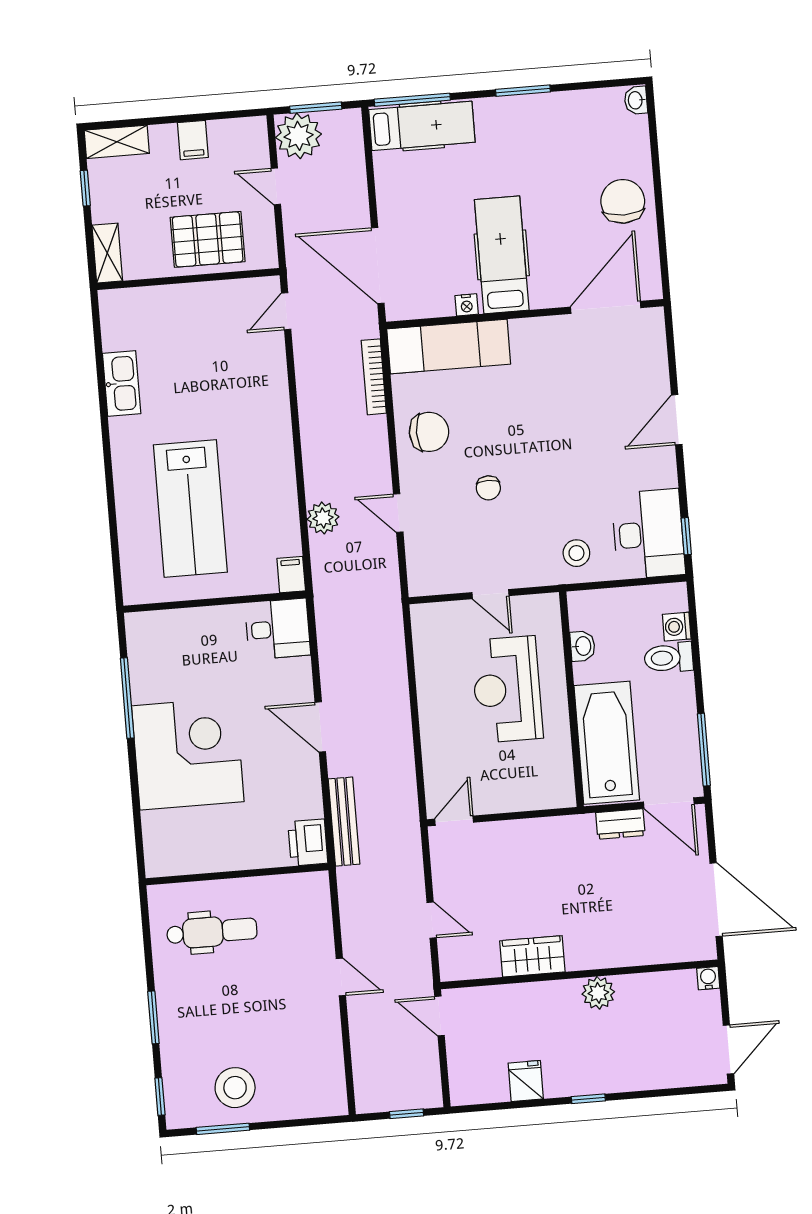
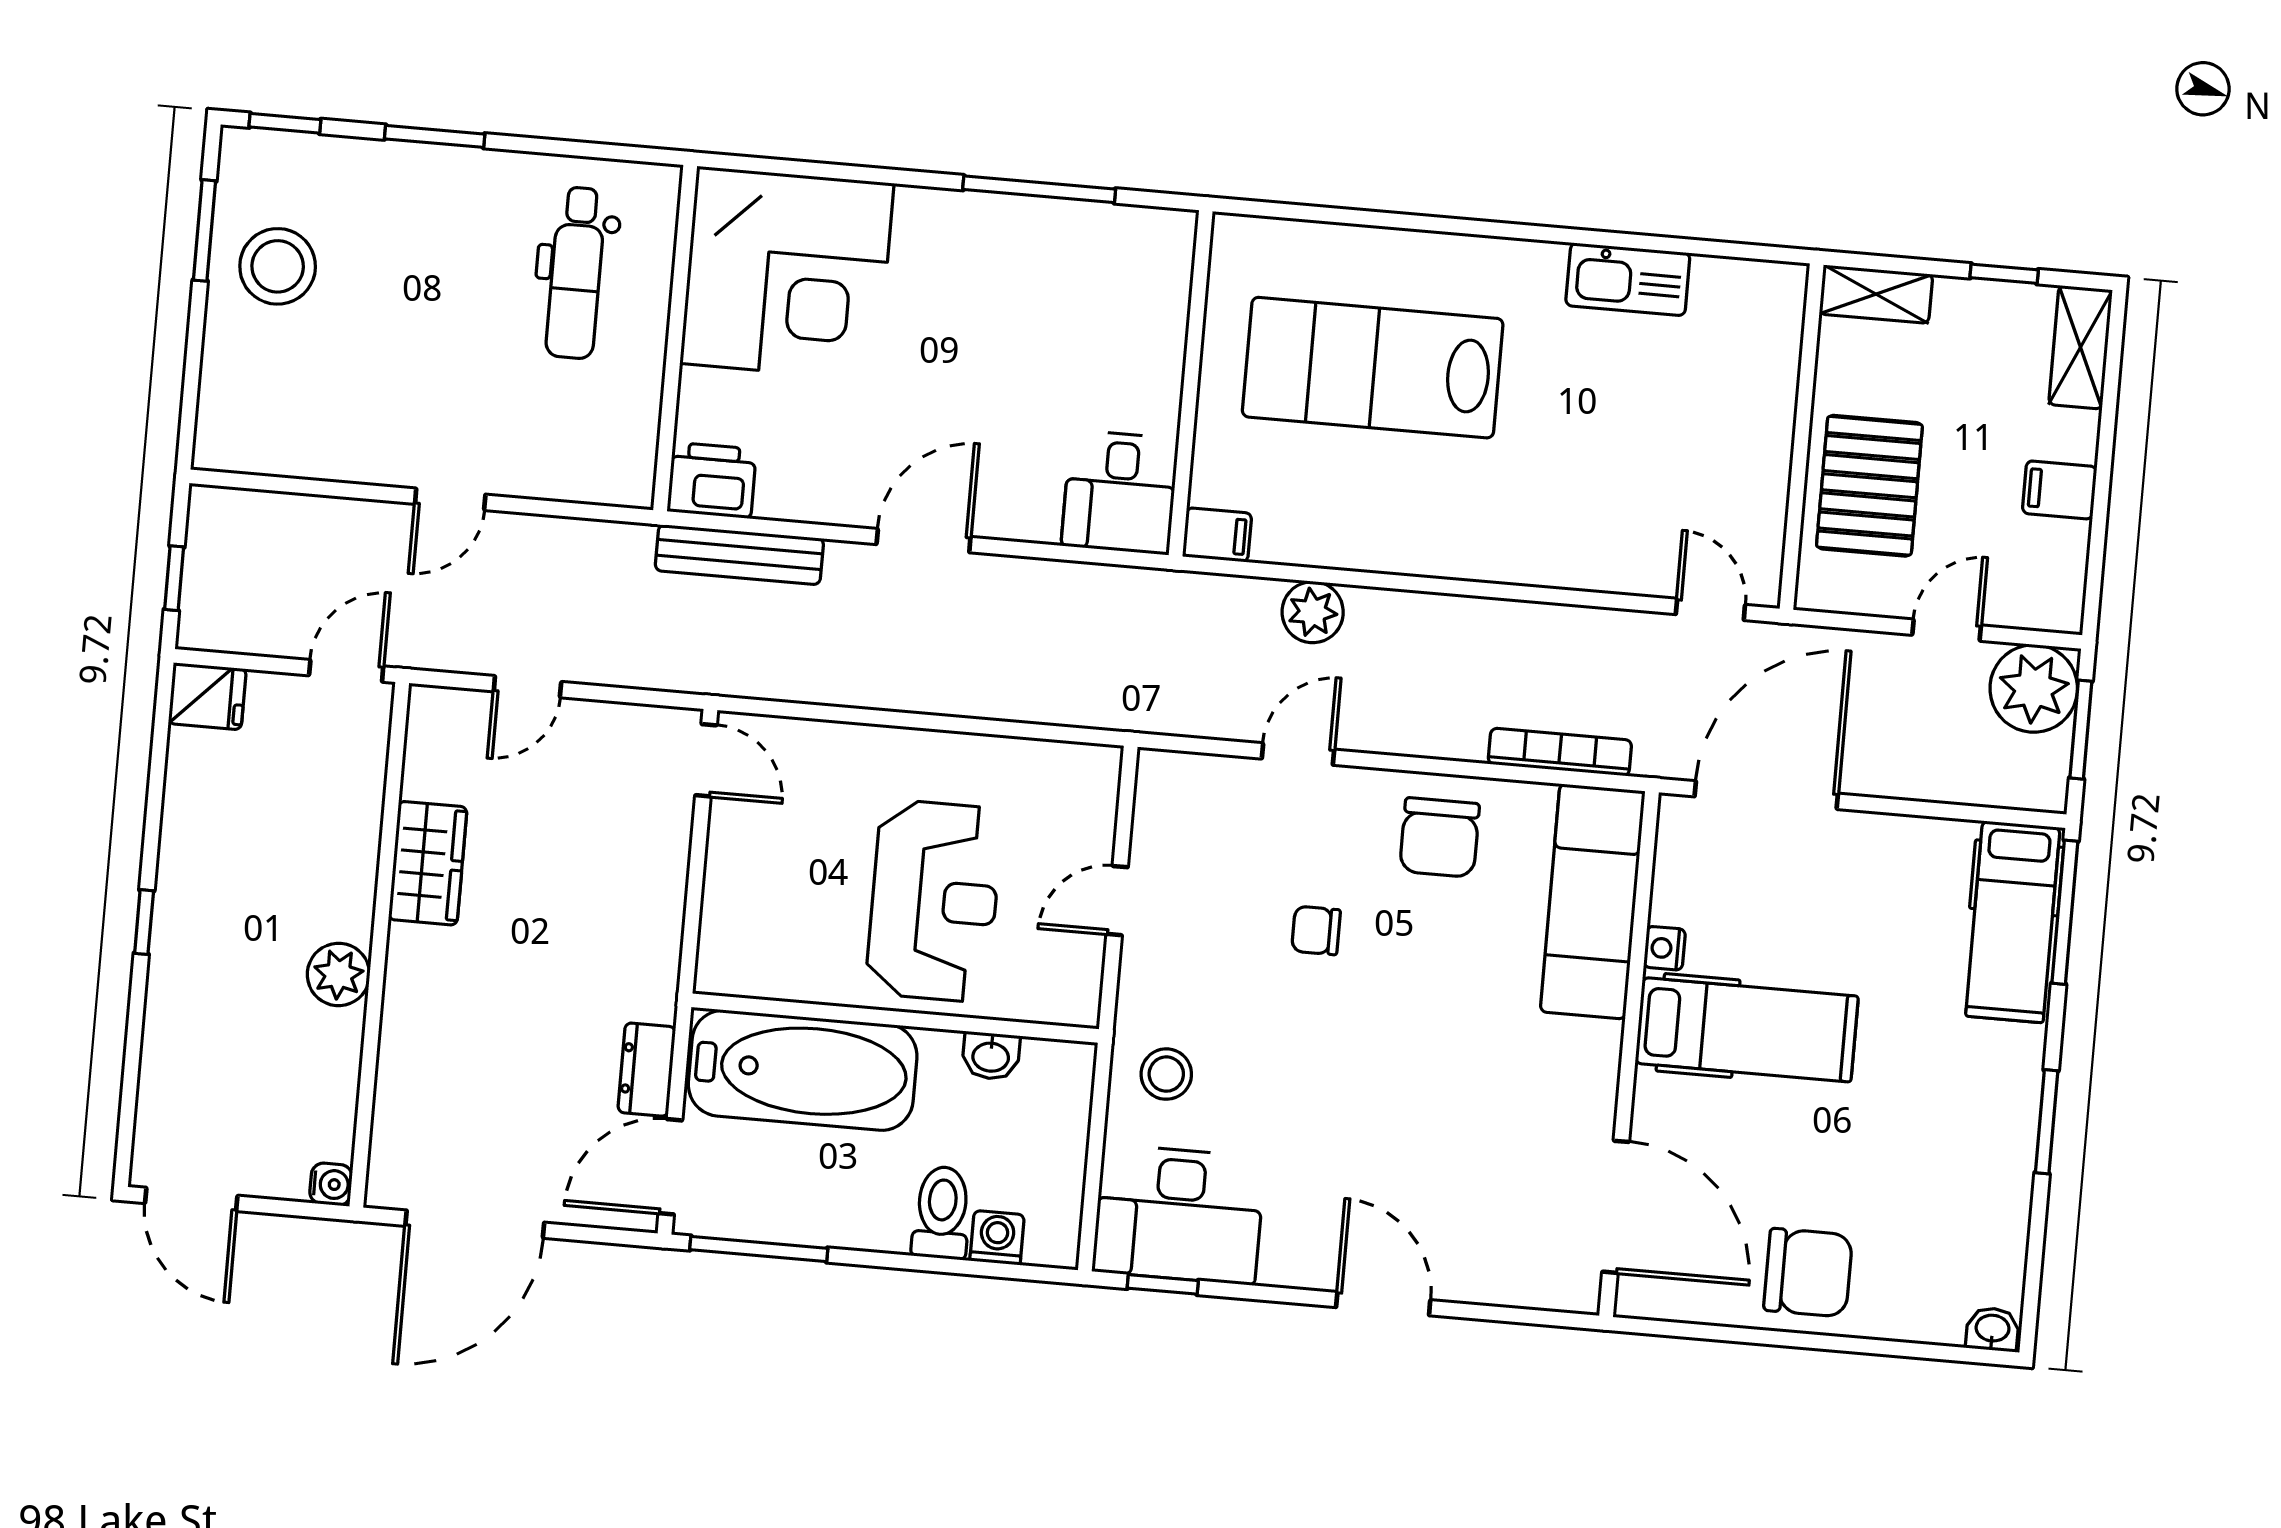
reception desk: (507, 689) -> (934, 901), turned 90
corner desk: (188, 754) -> (787, 273), moved
fridge: (526, 1081) -> (207, 696), moved

